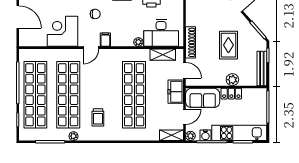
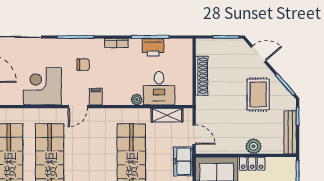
desk: (161, 33) -> (159, 88), width x0.73
shoe rack: (191, 42) -> (202, 76), moved
rug: (228, 45) -> (258, 94), moved

